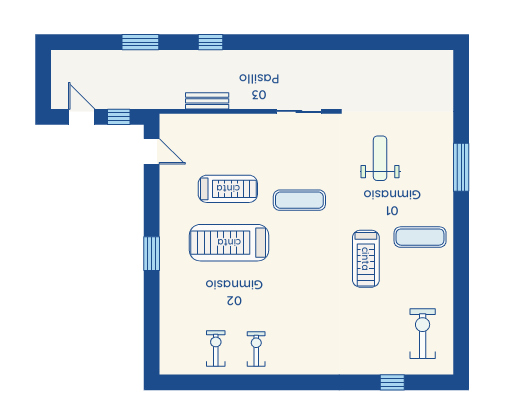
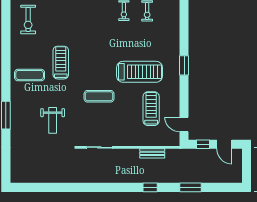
treadmill: (228, 189) -> (151, 109), moved, turned 90

